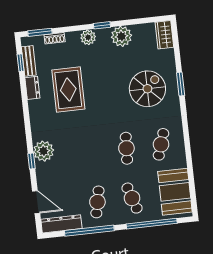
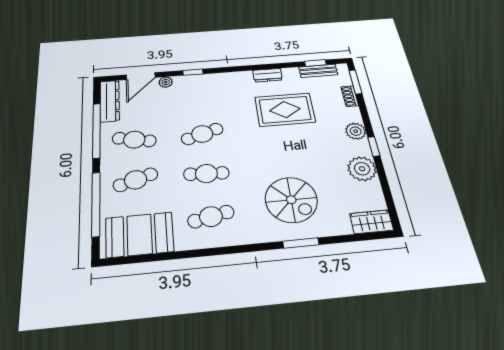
dresser: (32, 88) -> (268, 75), moved
cafe table: (161, 144) -> (211, 217), turned -30
plant: (44, 151) -> (166, 82), moved, width x0.53, depth x0.53
cafe table: (92, 152) -> (202, 134), added

